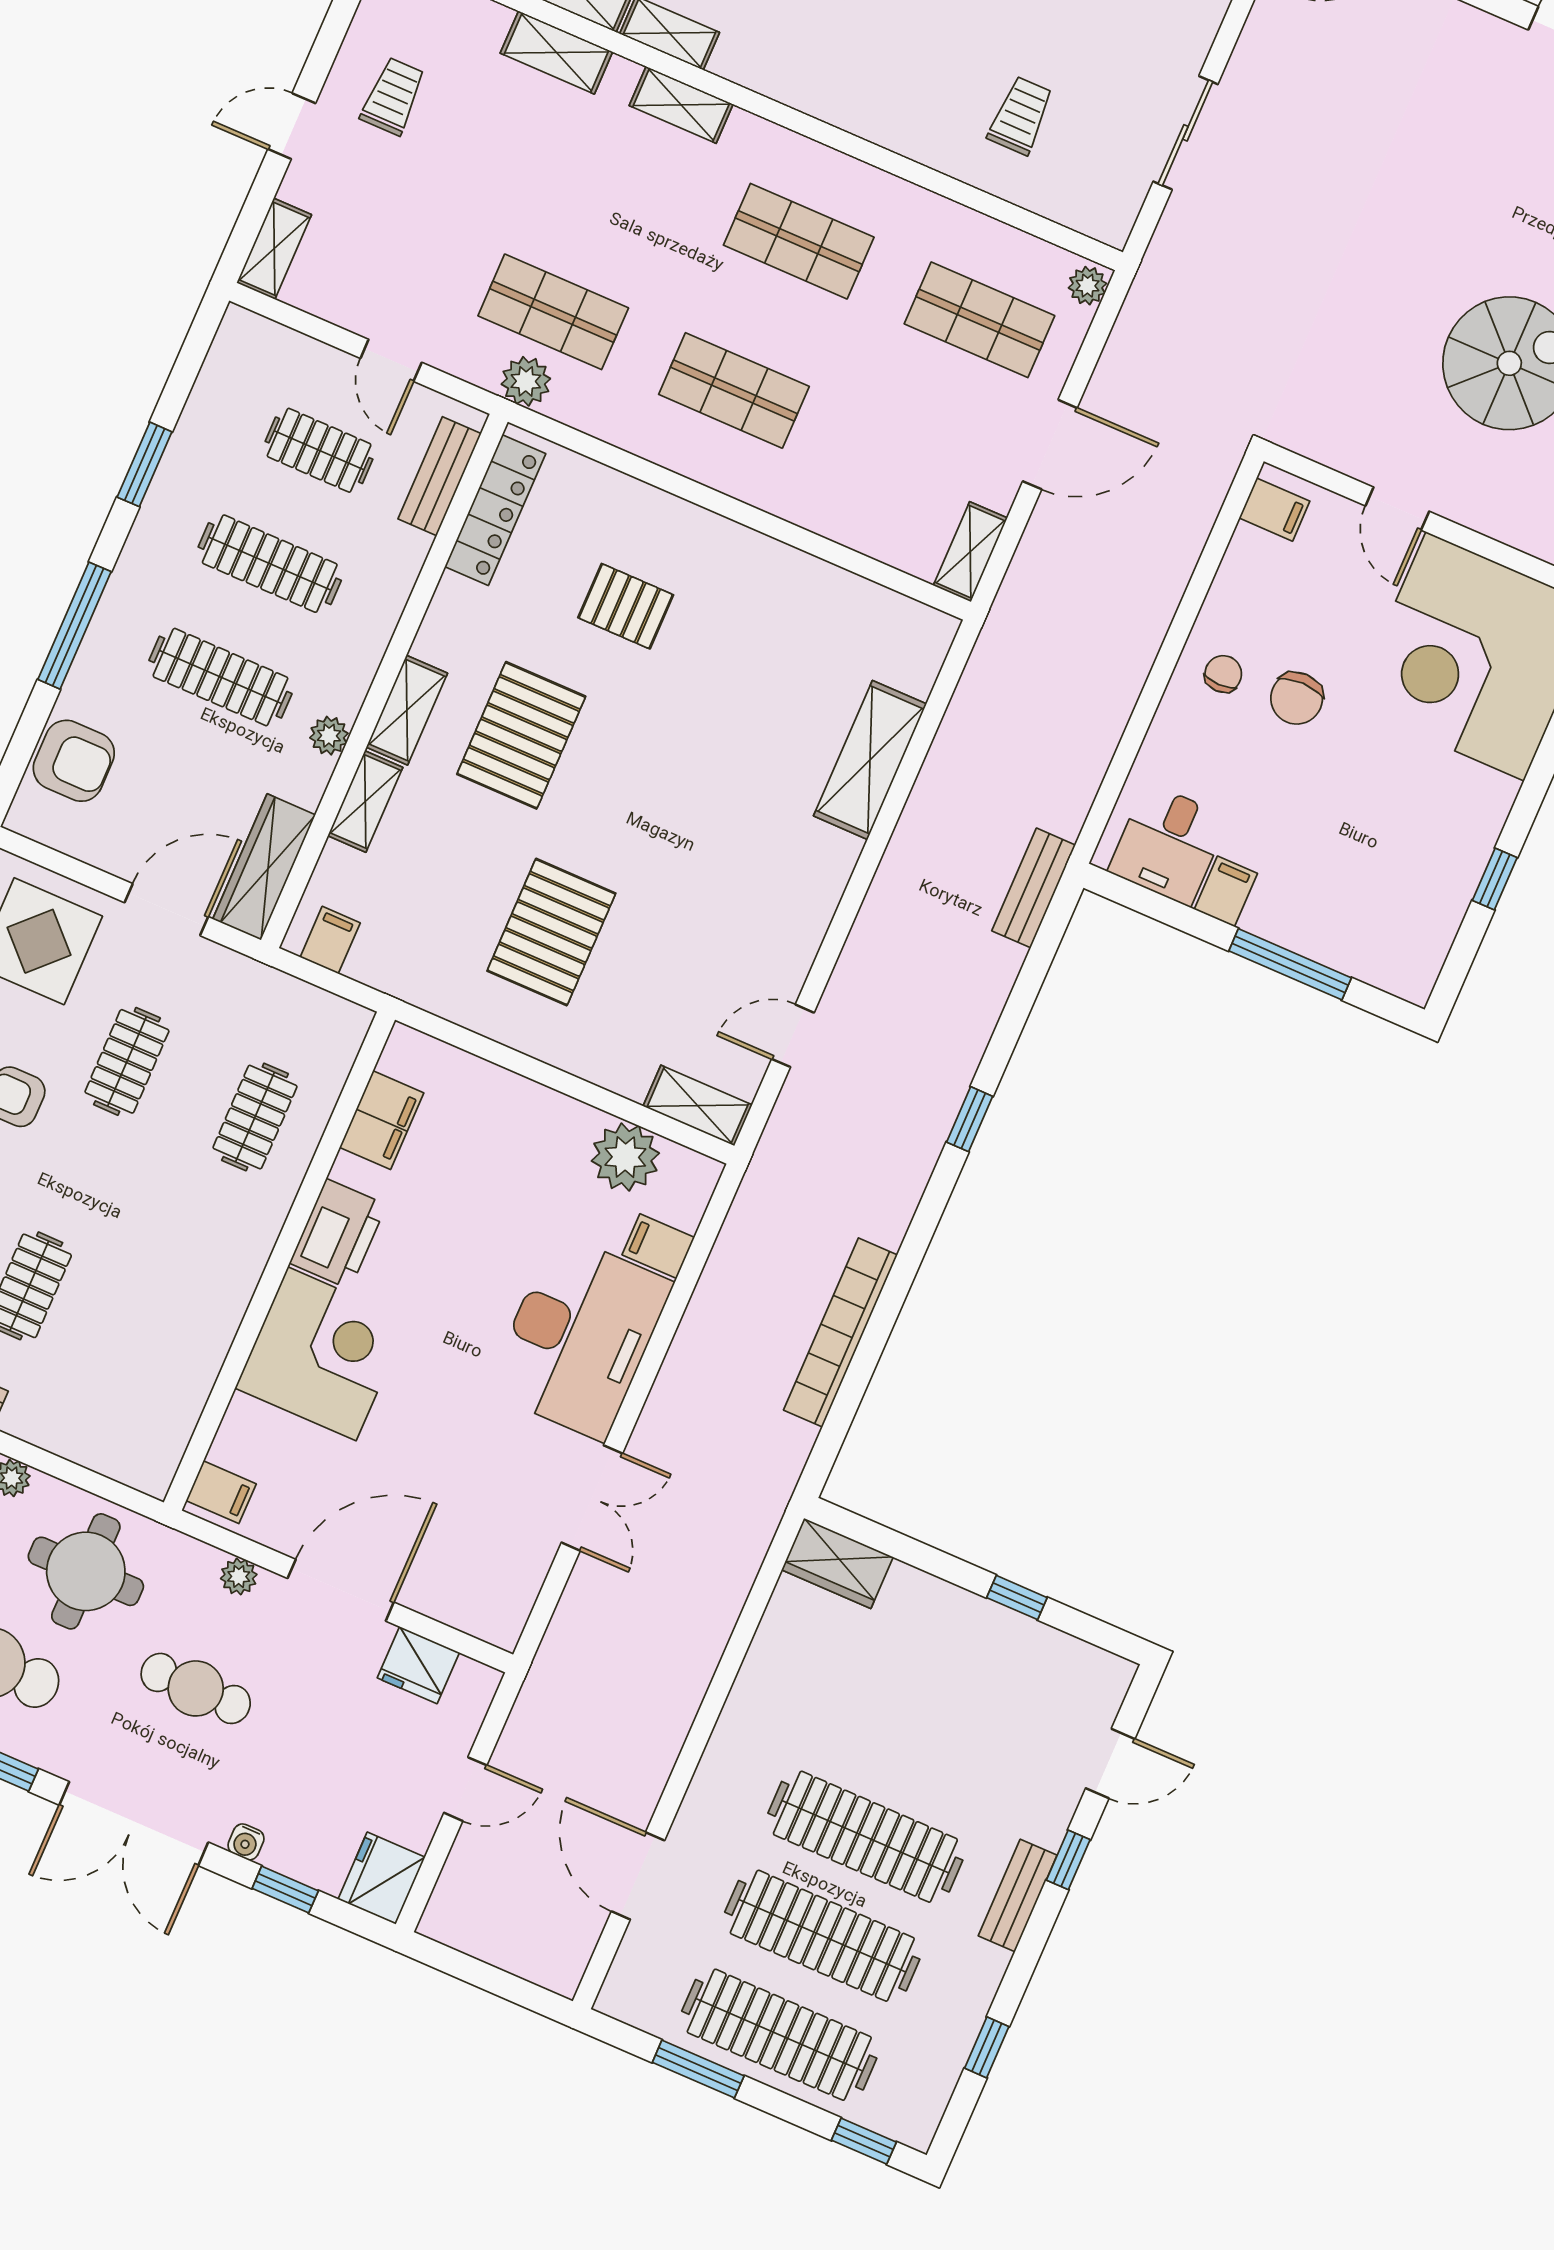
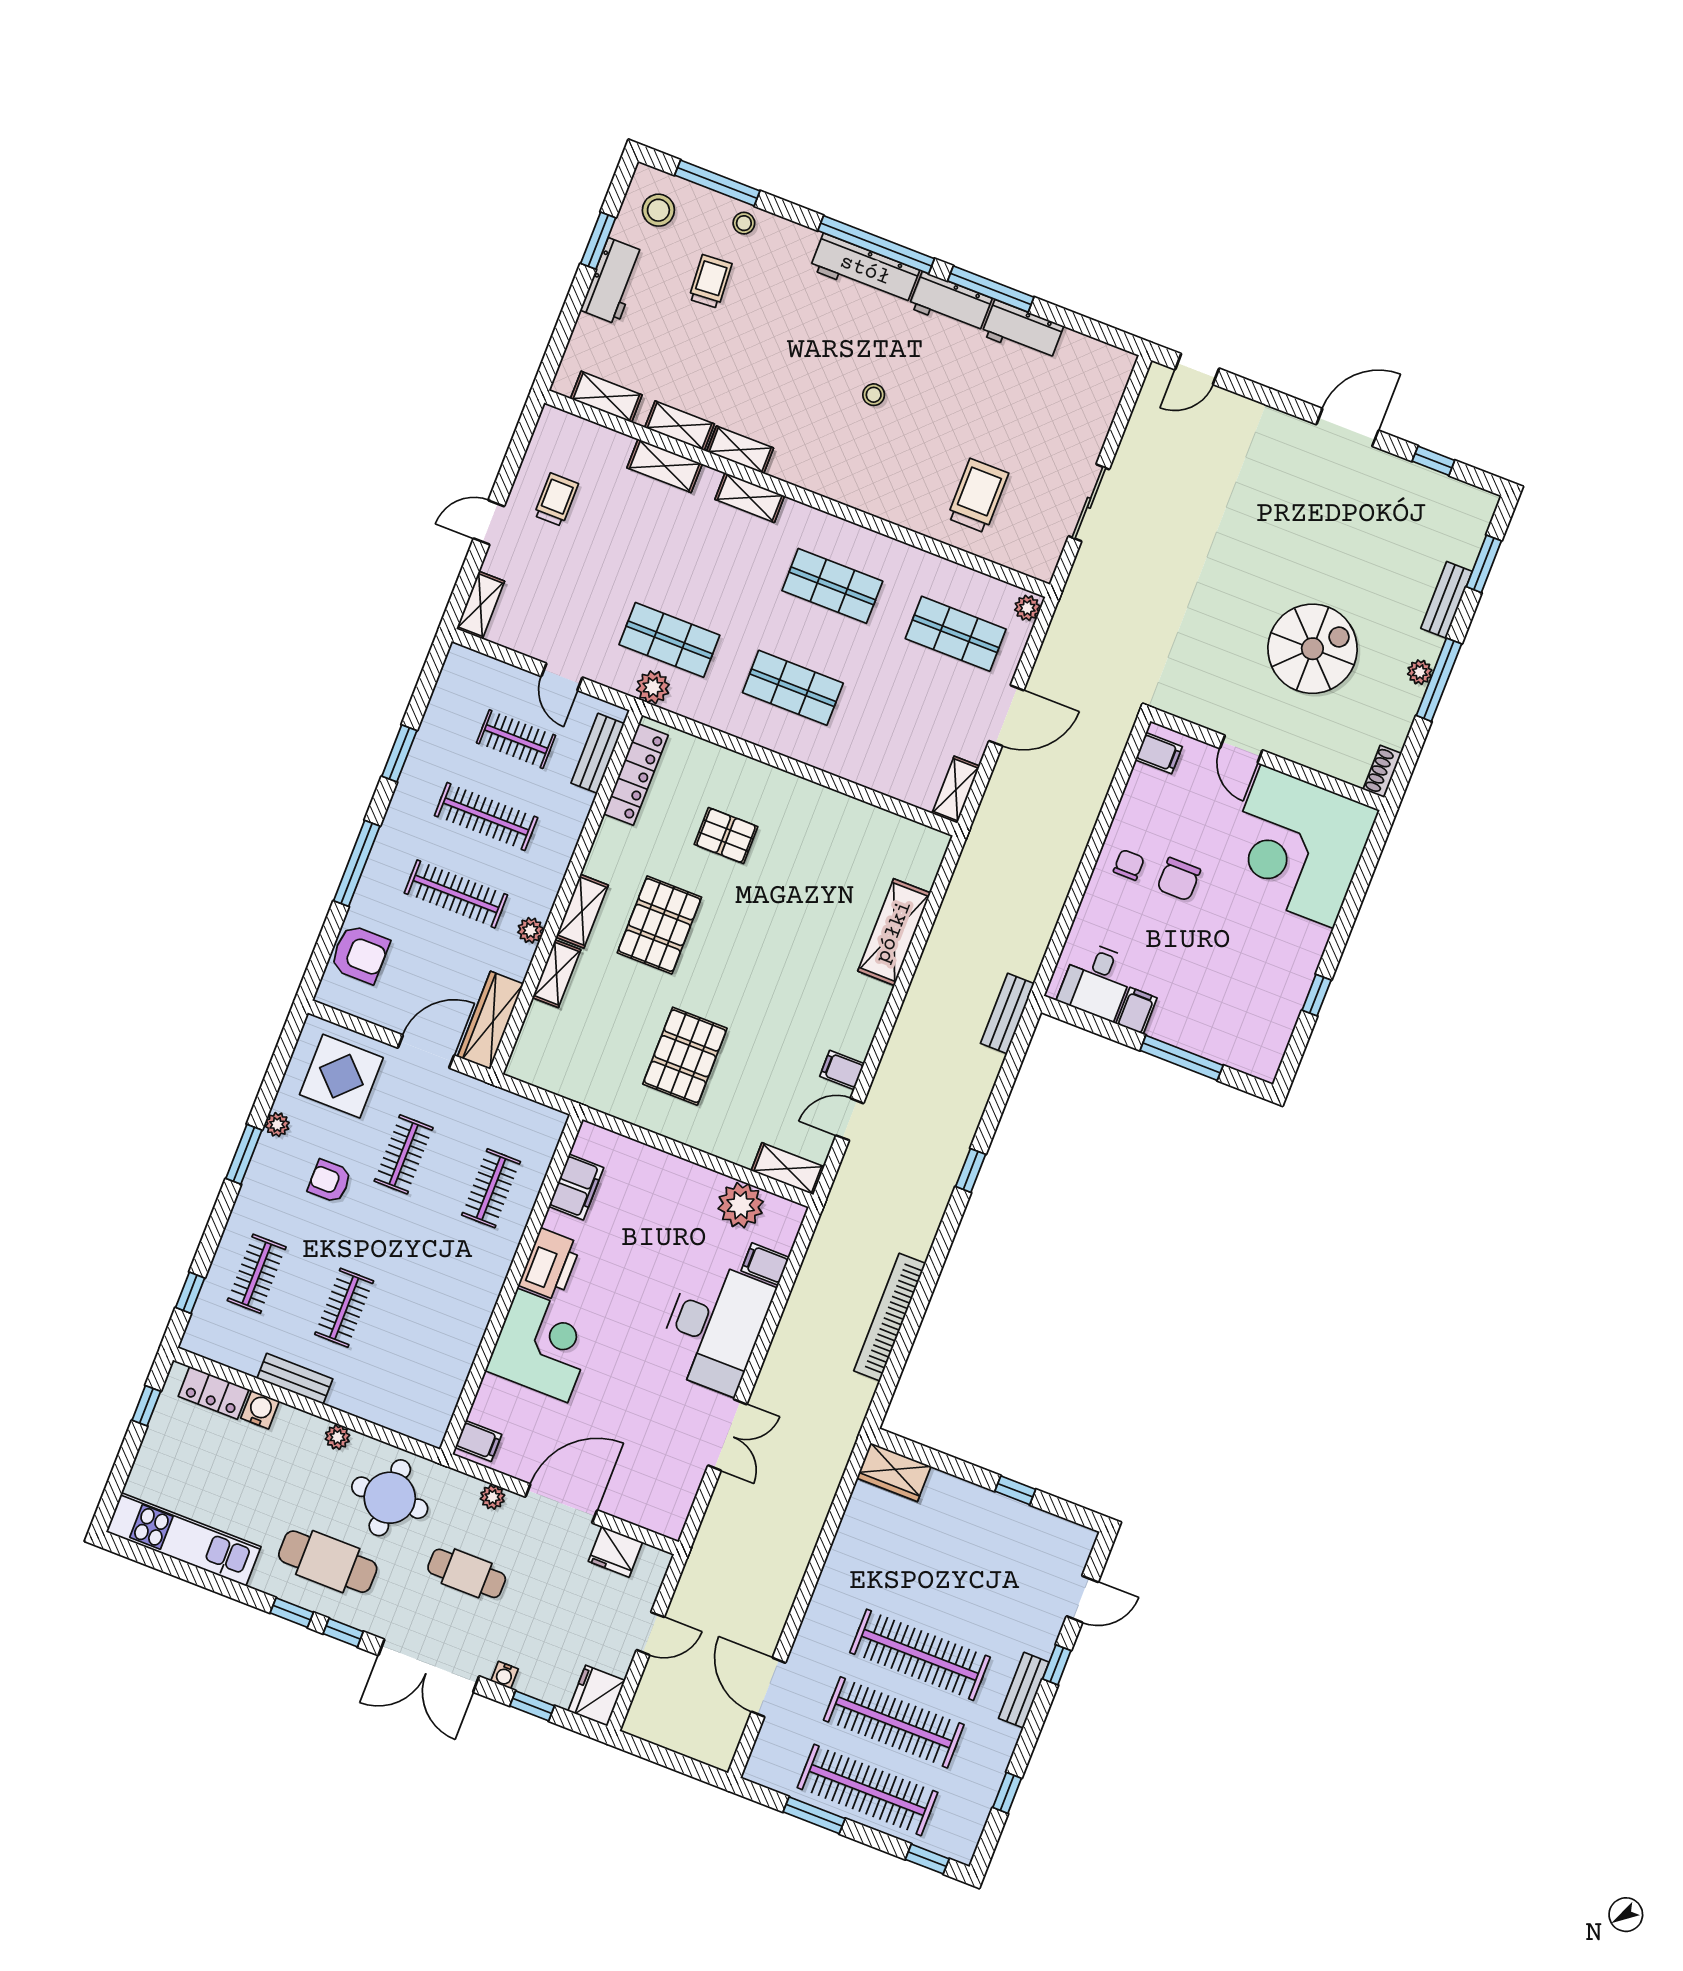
trolley: (1021, 116) -> (978, 496), width x1.36, depth x1.39
filing cabinet: (330, 940) -> (842, 1070), moved, turned -90

